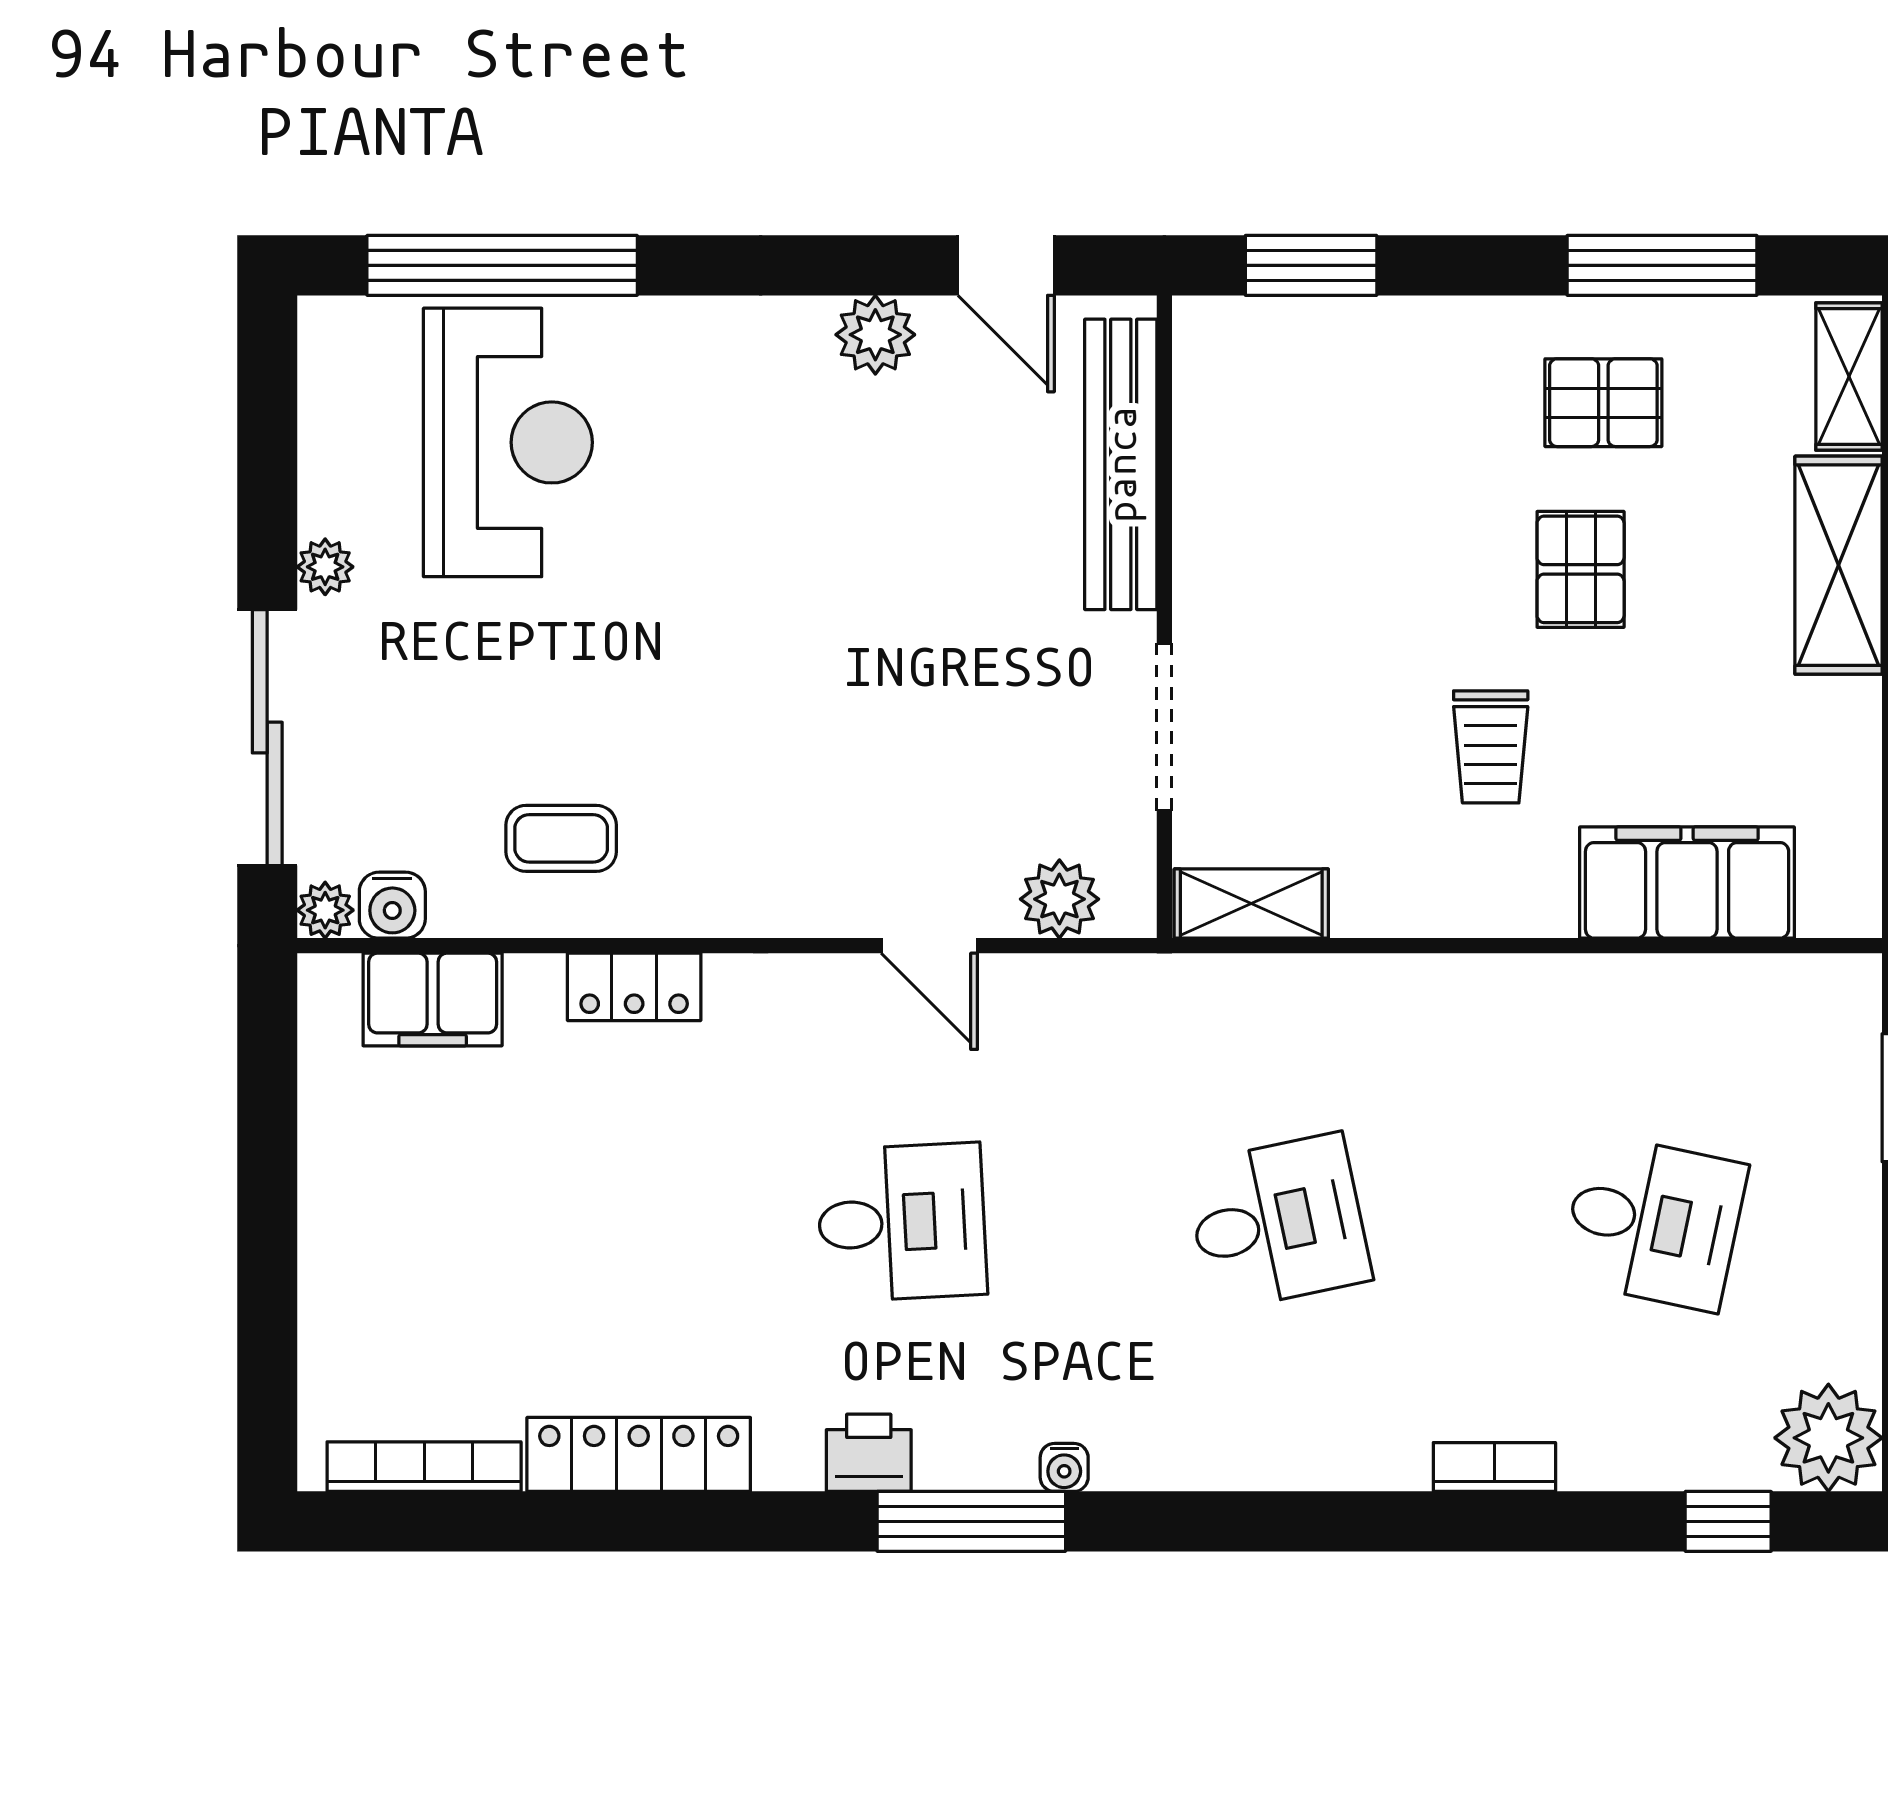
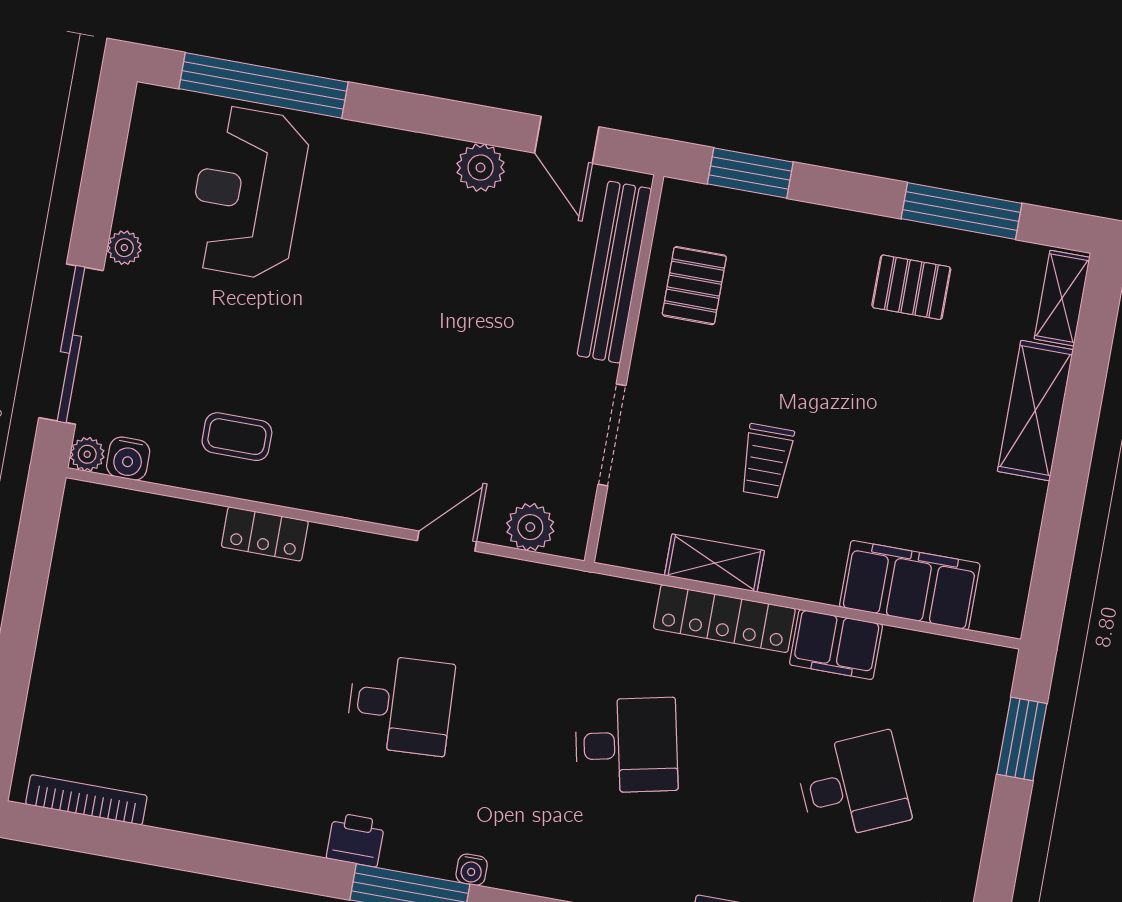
reception desk: (508, 442) -> (248, 193), turned 180
pallet: (1581, 569) -> (694, 286), moved
trolley: (1491, 747) -> (766, 461), moved
shelving: (1251, 904) -> (714, 563), moved
door: (929, 946) -> (447, 541), swing flipped
filing cabinet: (433, 1000) -> (836, 645), moved
desk: (1654, 1222) -> (853, 786), turned -36
locker: (639, 1454) -> (724, 619), moved, turned 180

